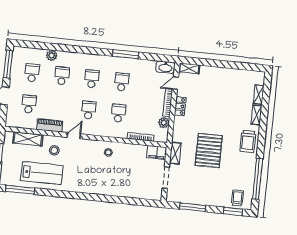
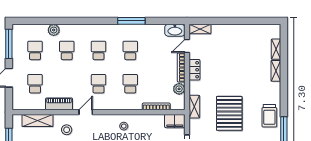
trolley: (248, 141) -> (269, 116), moved
shelving: (175, 153) -> (194, 107), moved

